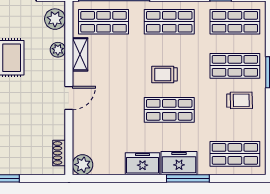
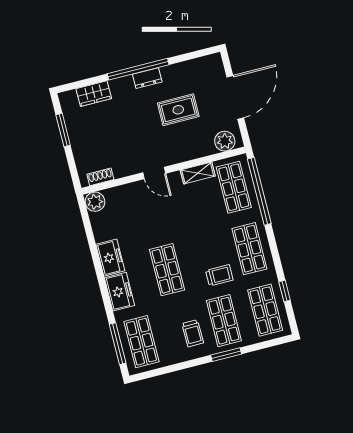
plant: (58, 50) -> (197, 151), removed
trolley: (165, 74) -> (219, 275), moved, turned 90
window: (188, 178) -> (118, 344), moved

